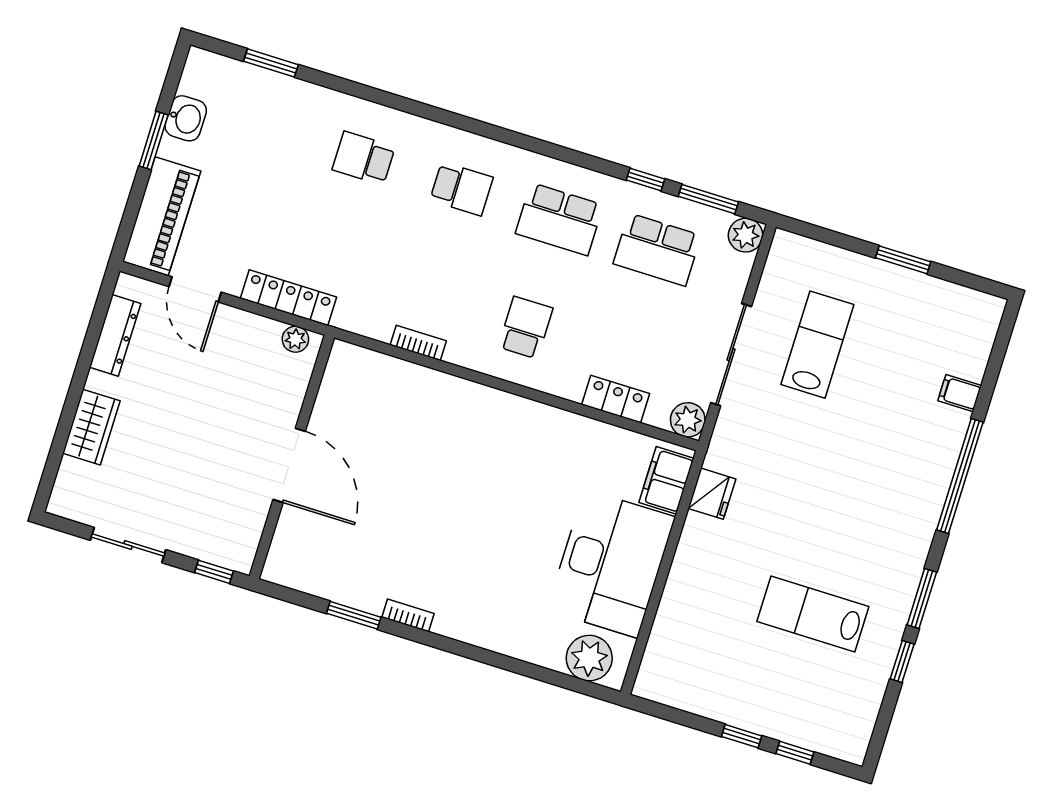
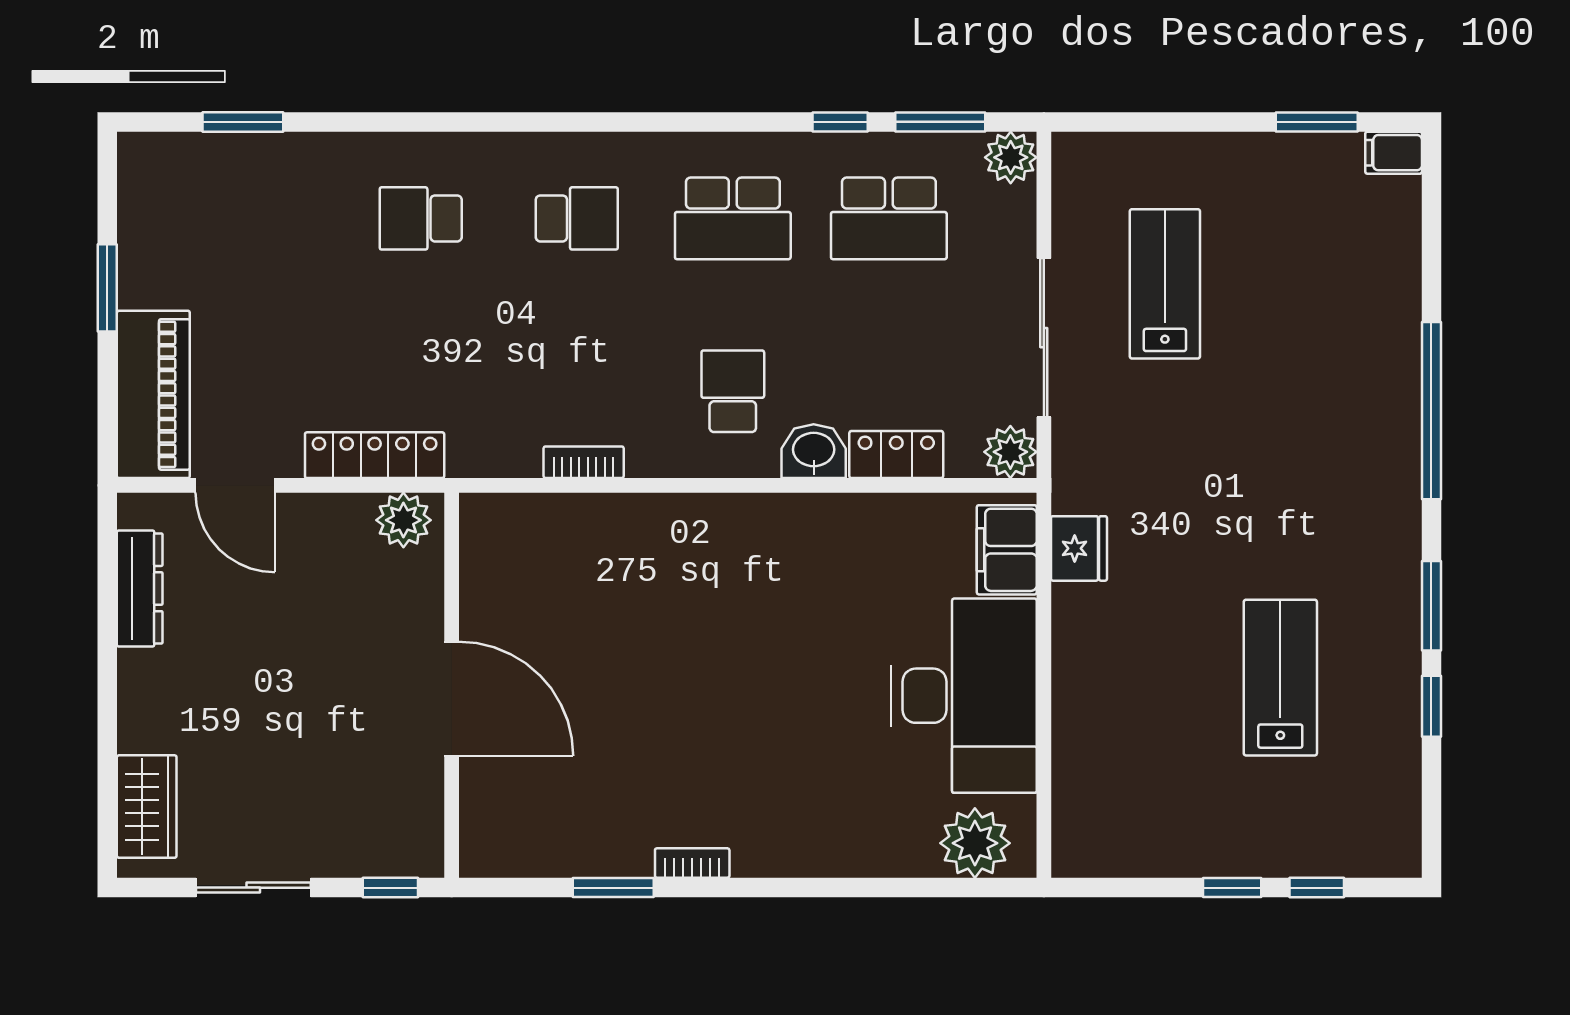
washbasin: (186, 118) -> (814, 451), moved, turned -90
window: (903, 260) -> (1317, 122), moved
plant: (295, 339) -> (403, 520), width x1.38, depth x1.38
filing cabinet: (960, 393) -> (1394, 153), moved
wardrobe: (91, 427) -> (147, 807), moved
lab bench: (813, 614) -> (1280, 678), turned 90

